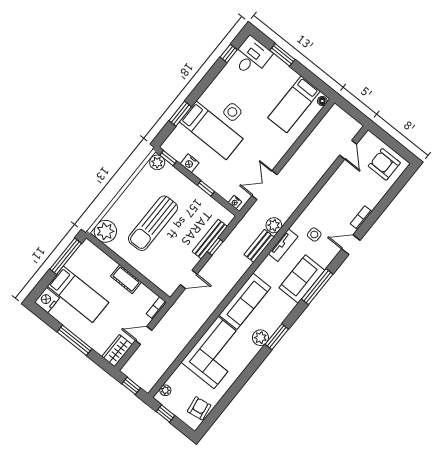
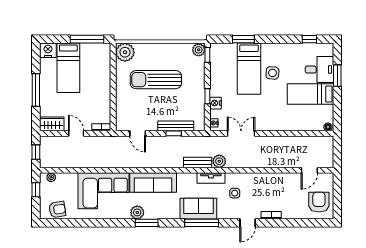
desk: (251, 57) -> (319, 70), moved
bed: (294, 104) -> (311, 94), moved
nightstand: (190, 163) -> (215, 103), moved
door: (351, 245) -> (248, 223), swing flipped
cot: (126, 279) -> (104, 92), removed

